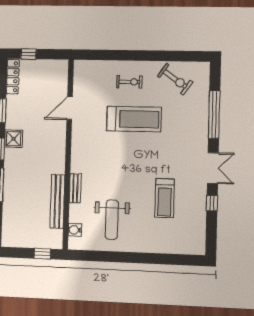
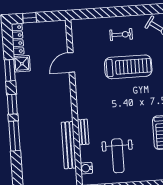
shower: (14, 139) -> (22, 64), moved

